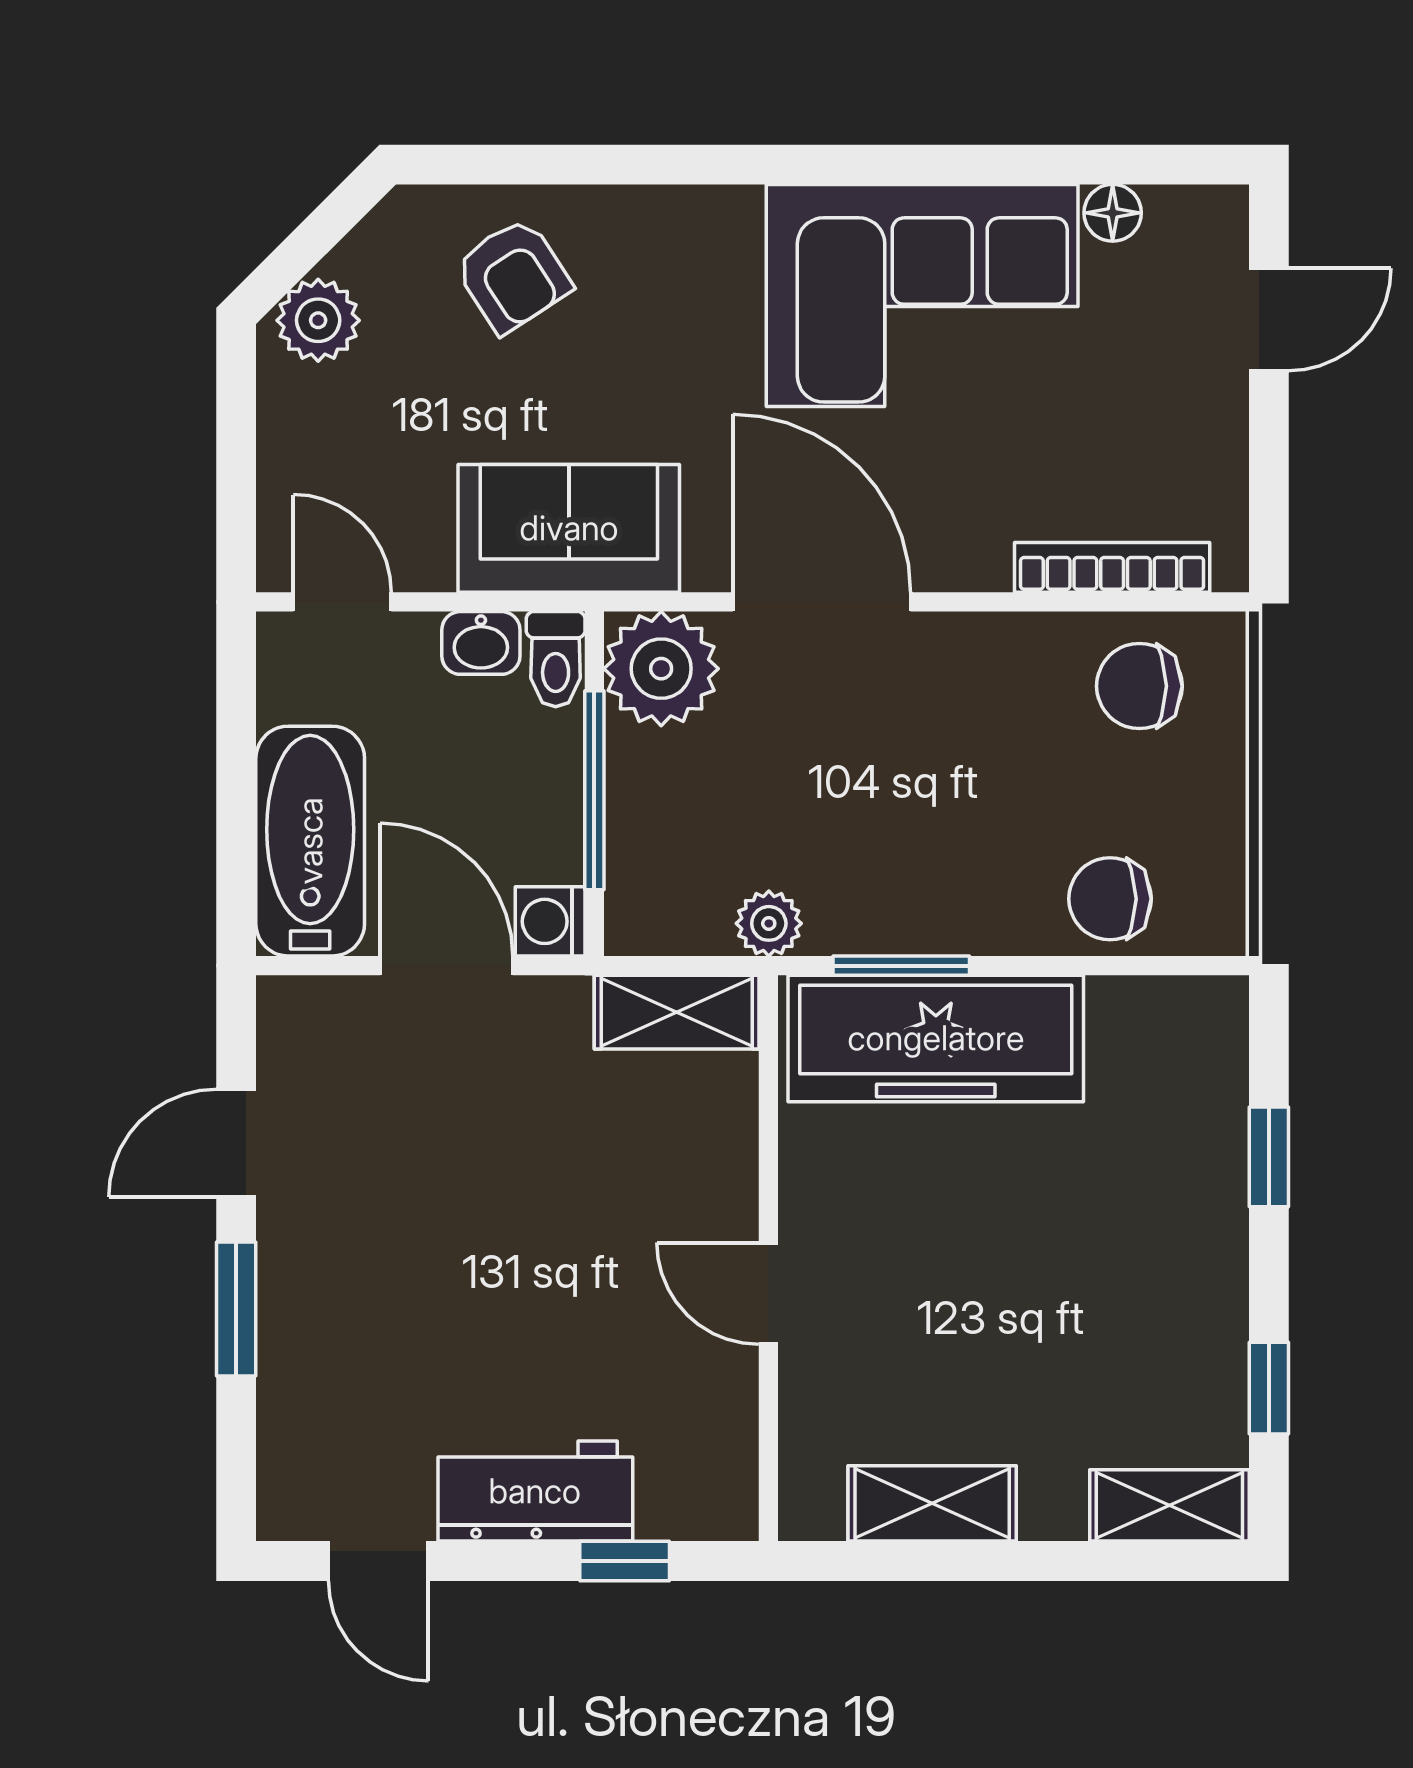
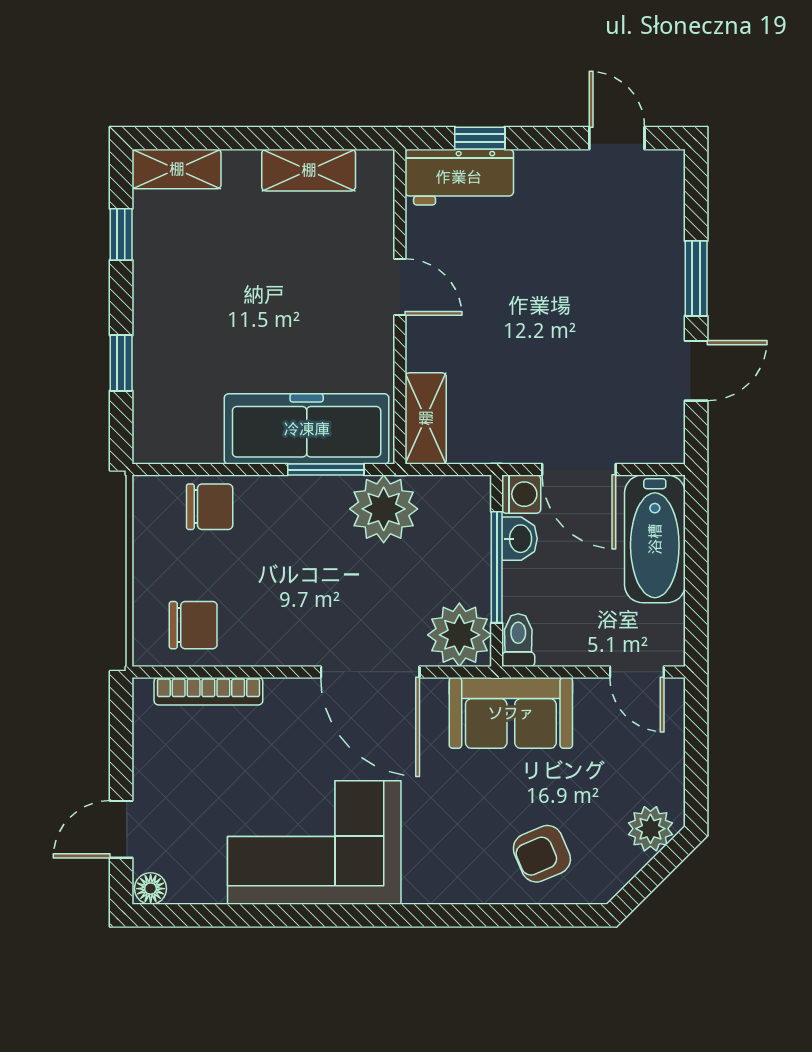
floor lamp: (1113, 213) -> (151, 889), moved
armchair: (513, 275) -> (542, 854), turned -80
washbasin: (481, 643) -> (519, 539), moved, turned 90
plant: (769, 923) -> (384, 509), width x1.88, depth x1.88
shelving: (677, 1012) -> (426, 418), moved, turned 90
workbench: (535, 1491) -> (459, 177), moved

